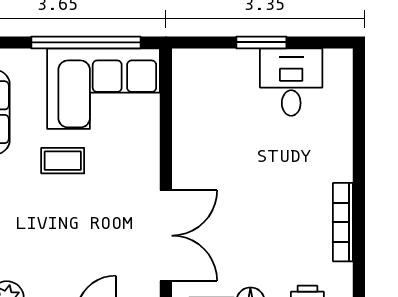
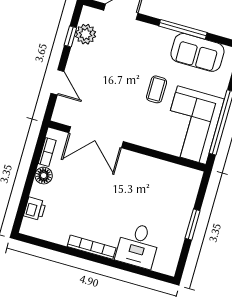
desk: (291, 82) -> (138, 245), moved, turned 90
bookcase: (343, 222) -> (92, 247), moved

